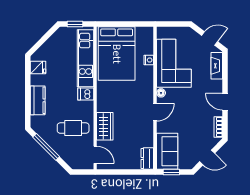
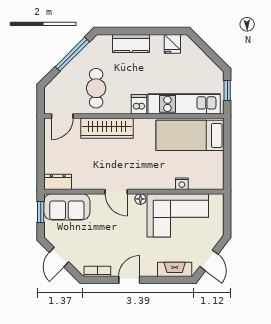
bed: (117, 54) -> (190, 135), width x0.67
wardrobe: (105, 126) -> (107, 128), width x1.50

